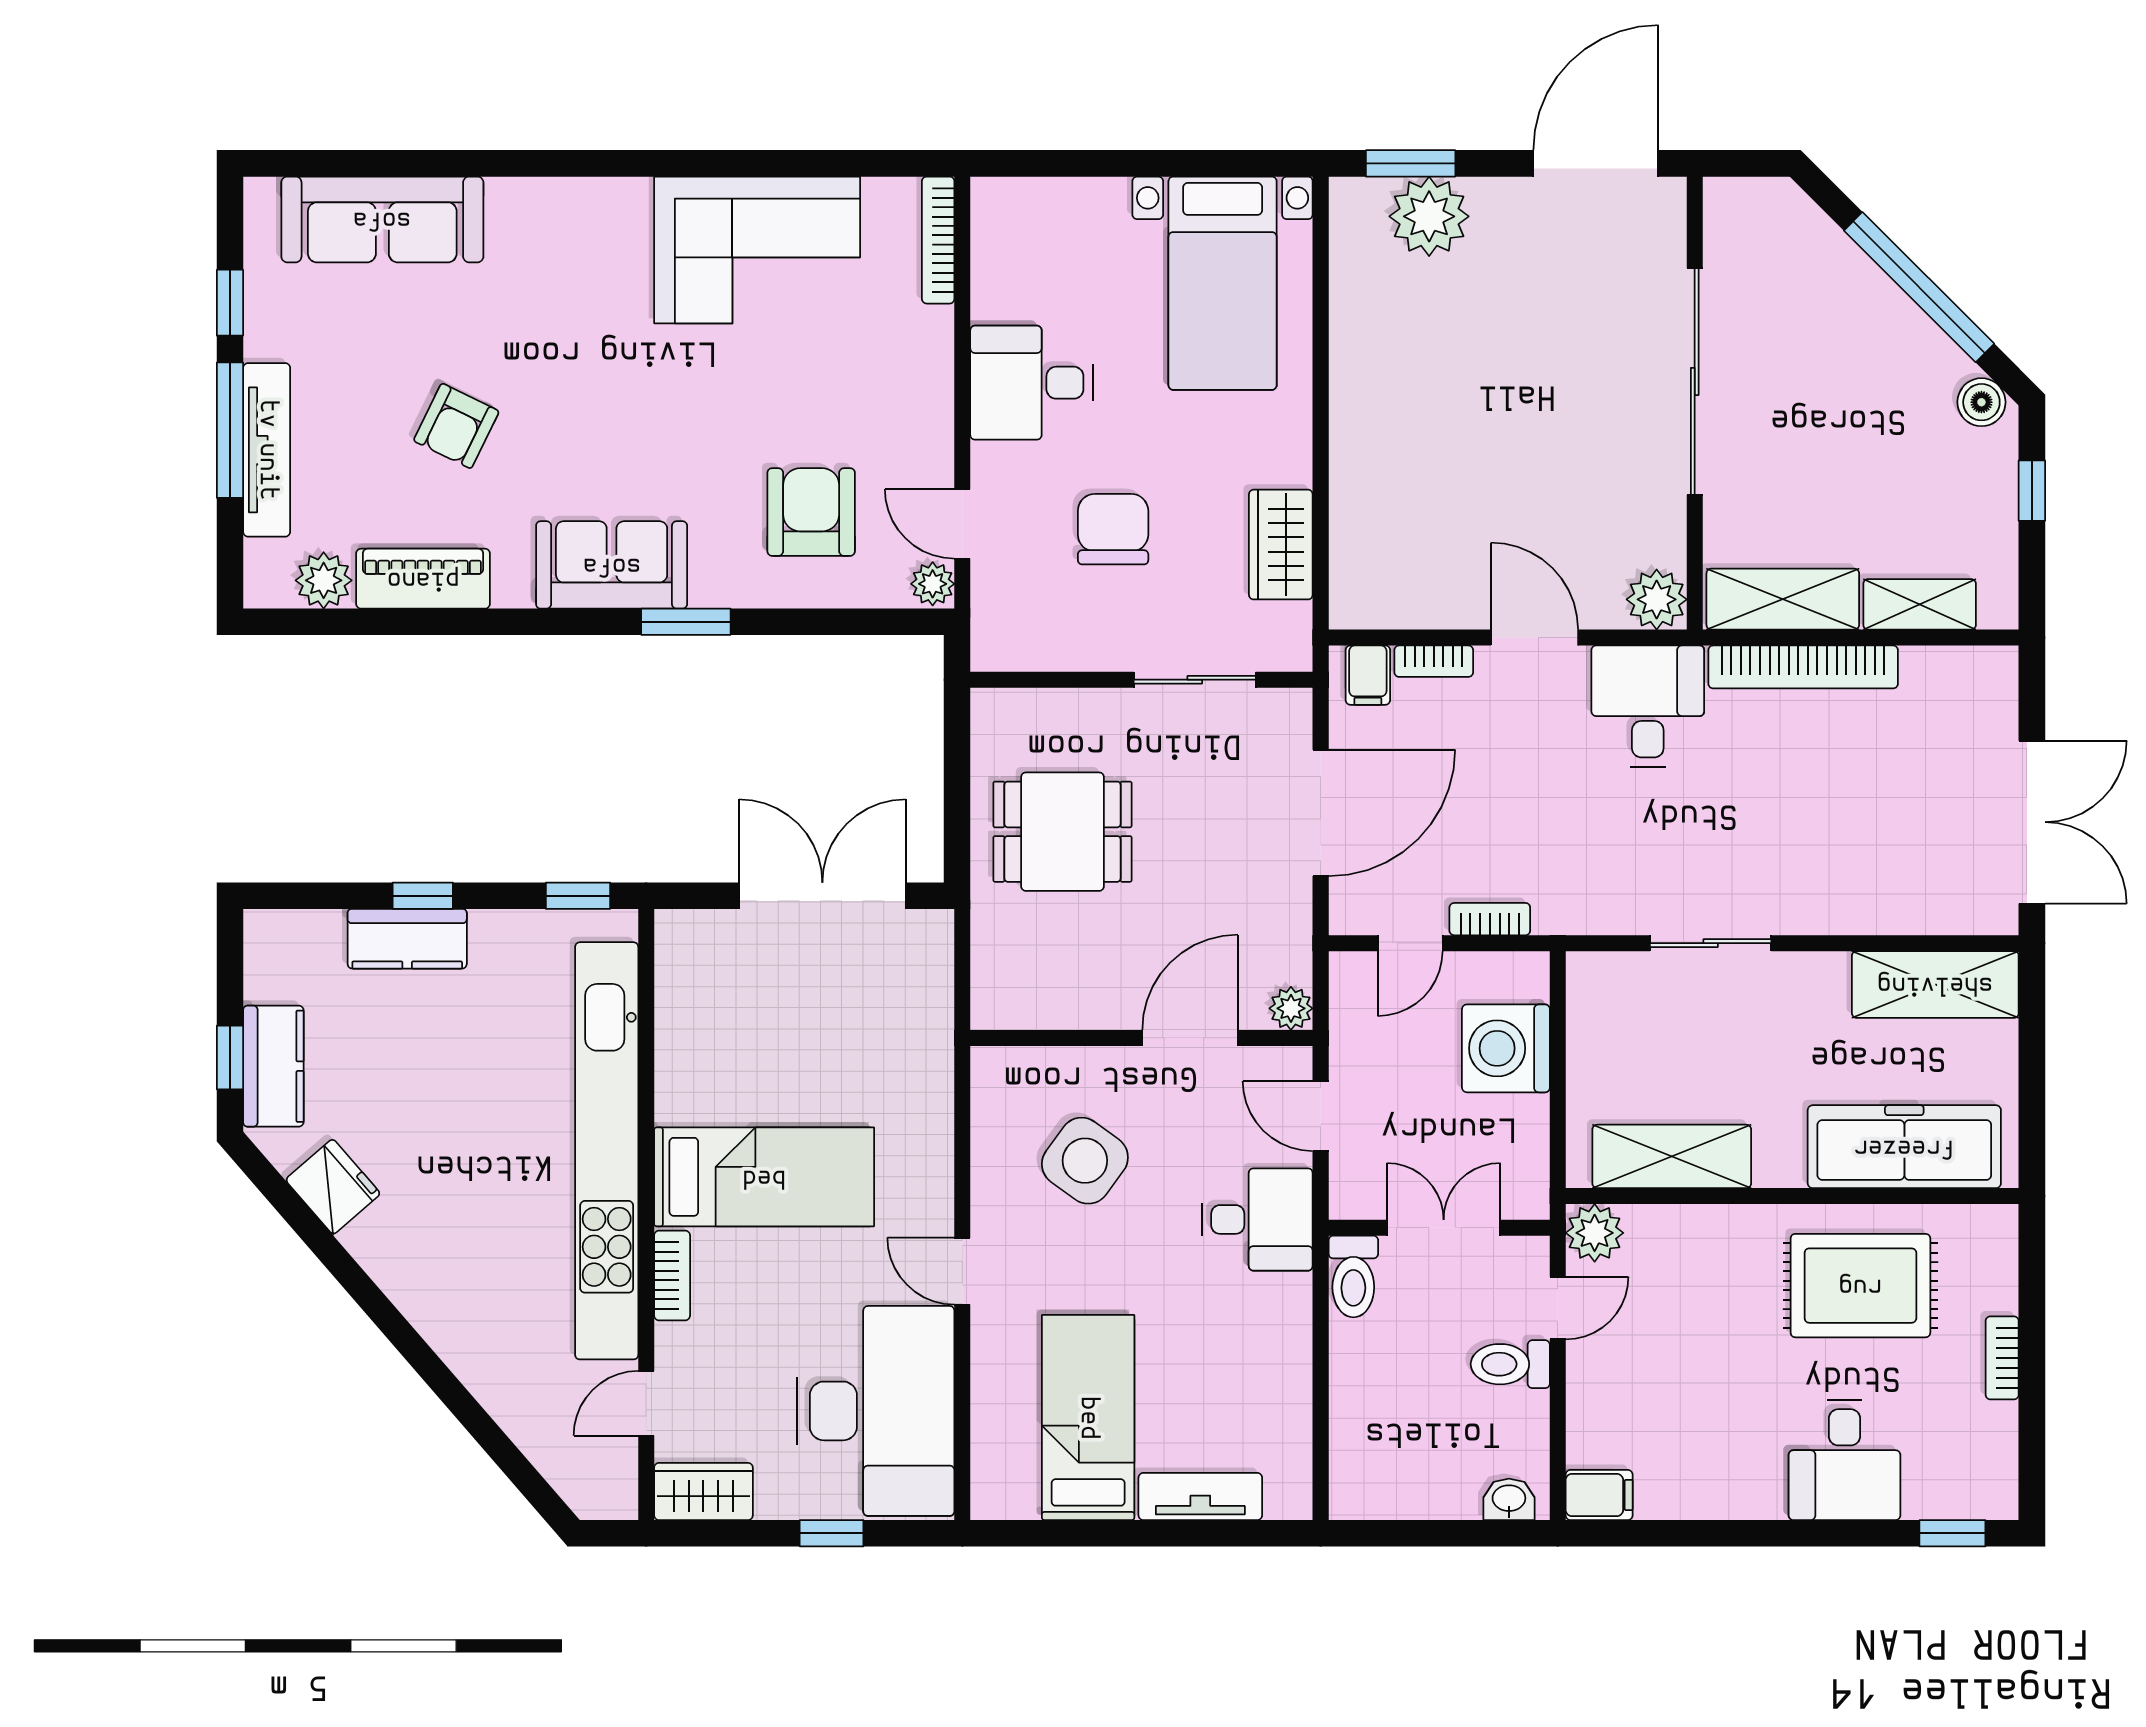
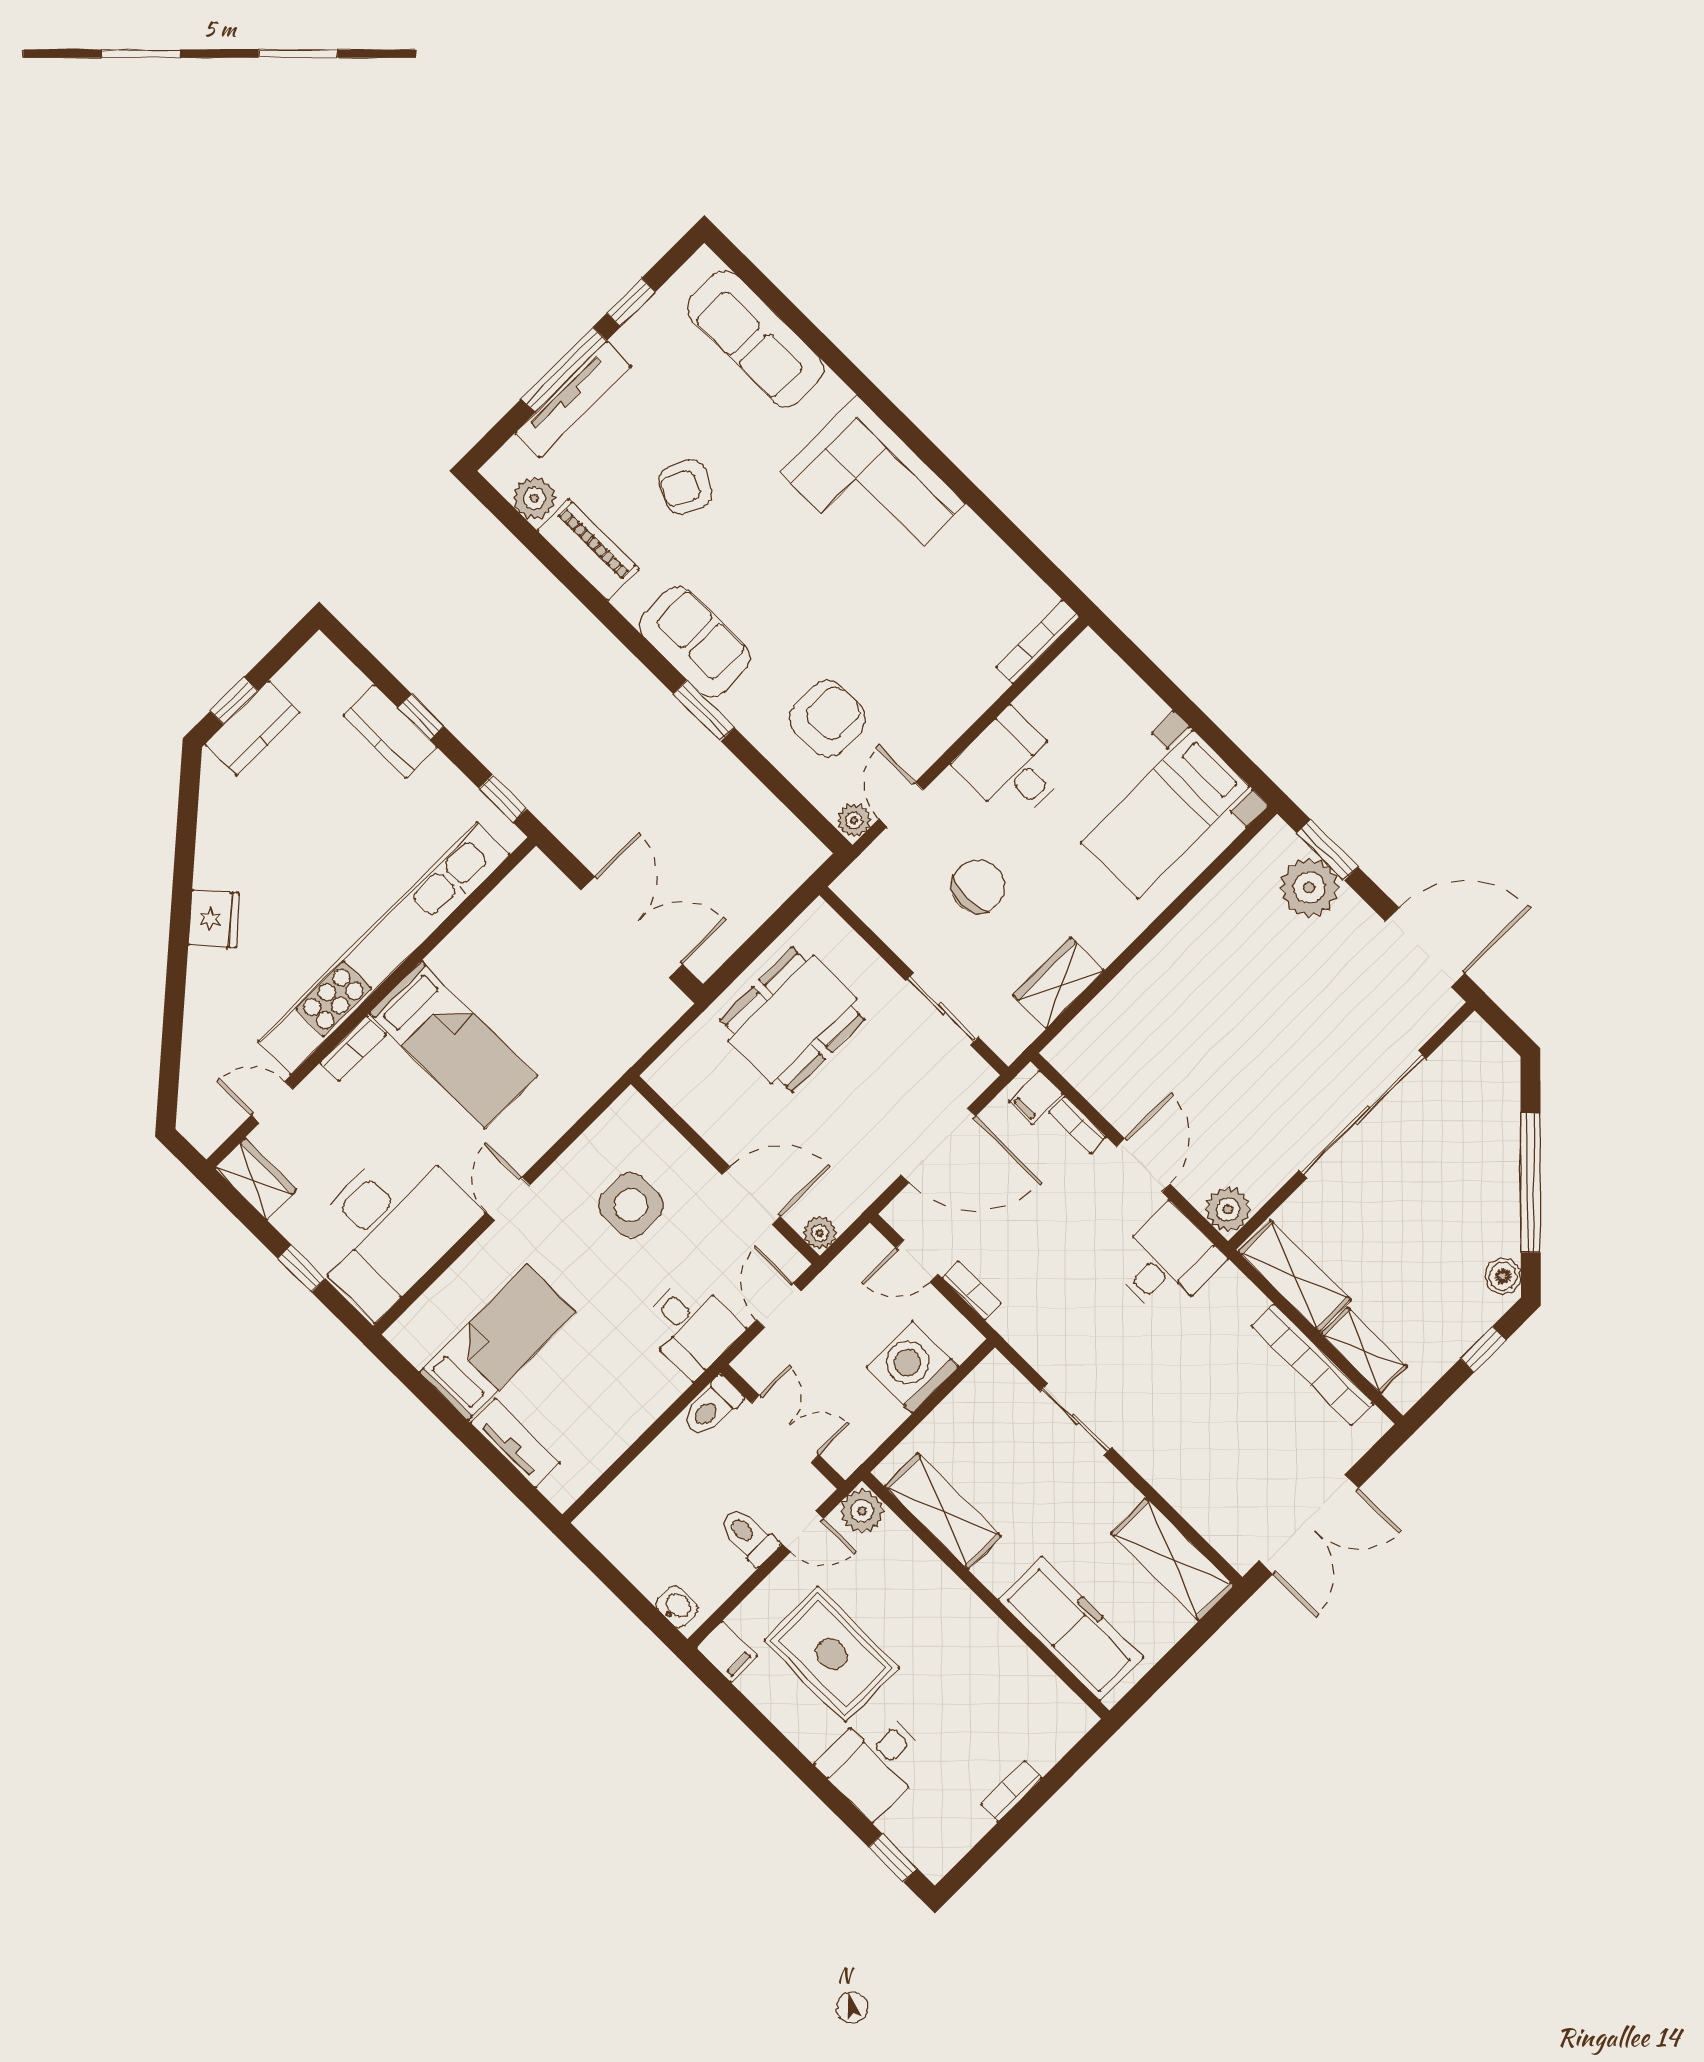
corner sofa: (757, 250) -> (873, 488), moved
bookcase: (1803, 667) -> (1313, 1365), moved
dining table: (1062, 832) -> (792, 1020), width x1.38
side table: (1085, 1161) -> (631, 1205), turned -36
fridge: (333, 1187) -> (214, 919), moved
rug: (1860, 1286) -> (832, 1654), moved

